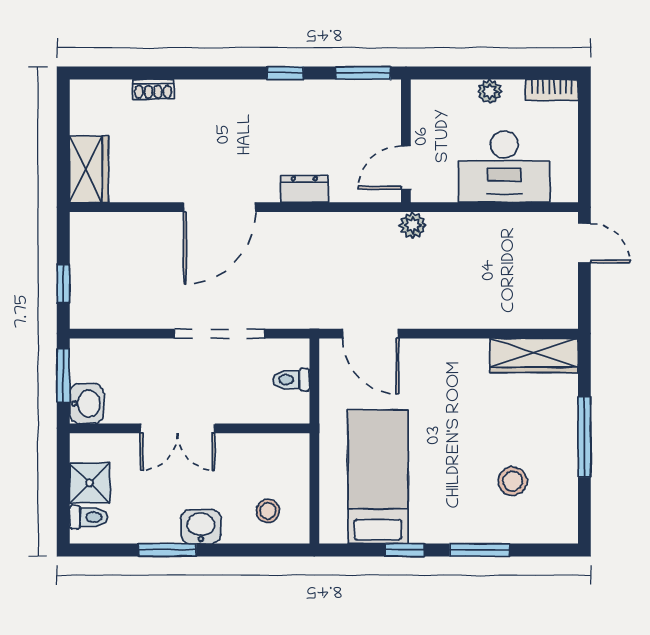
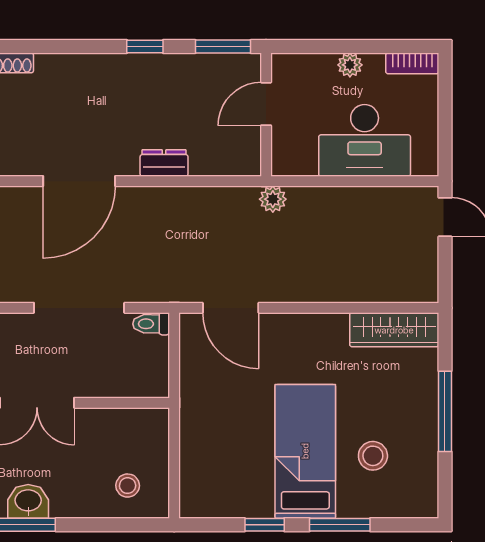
door: (406, 167) -> (266, 104), moved
toilet: (291, 380) -> (151, 324), moved
bed: (378, 477) -> (305, 451), moved
washbasin: (201, 527) -> (28, 501), moved

